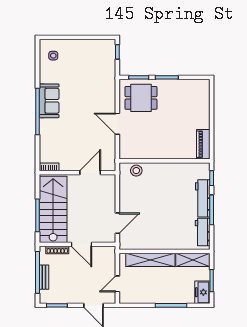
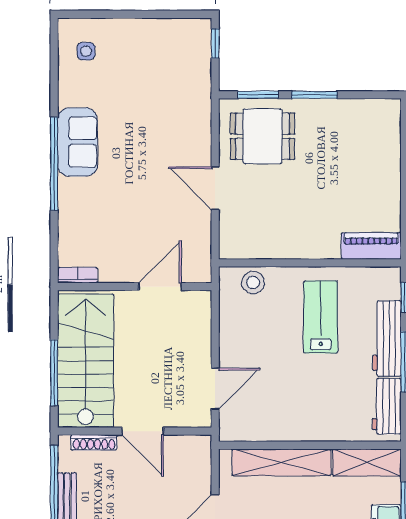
piano: (203, 144) -> (371, 246), moved, turned 90
lab bench: (170, 188) -> (321, 317), added

